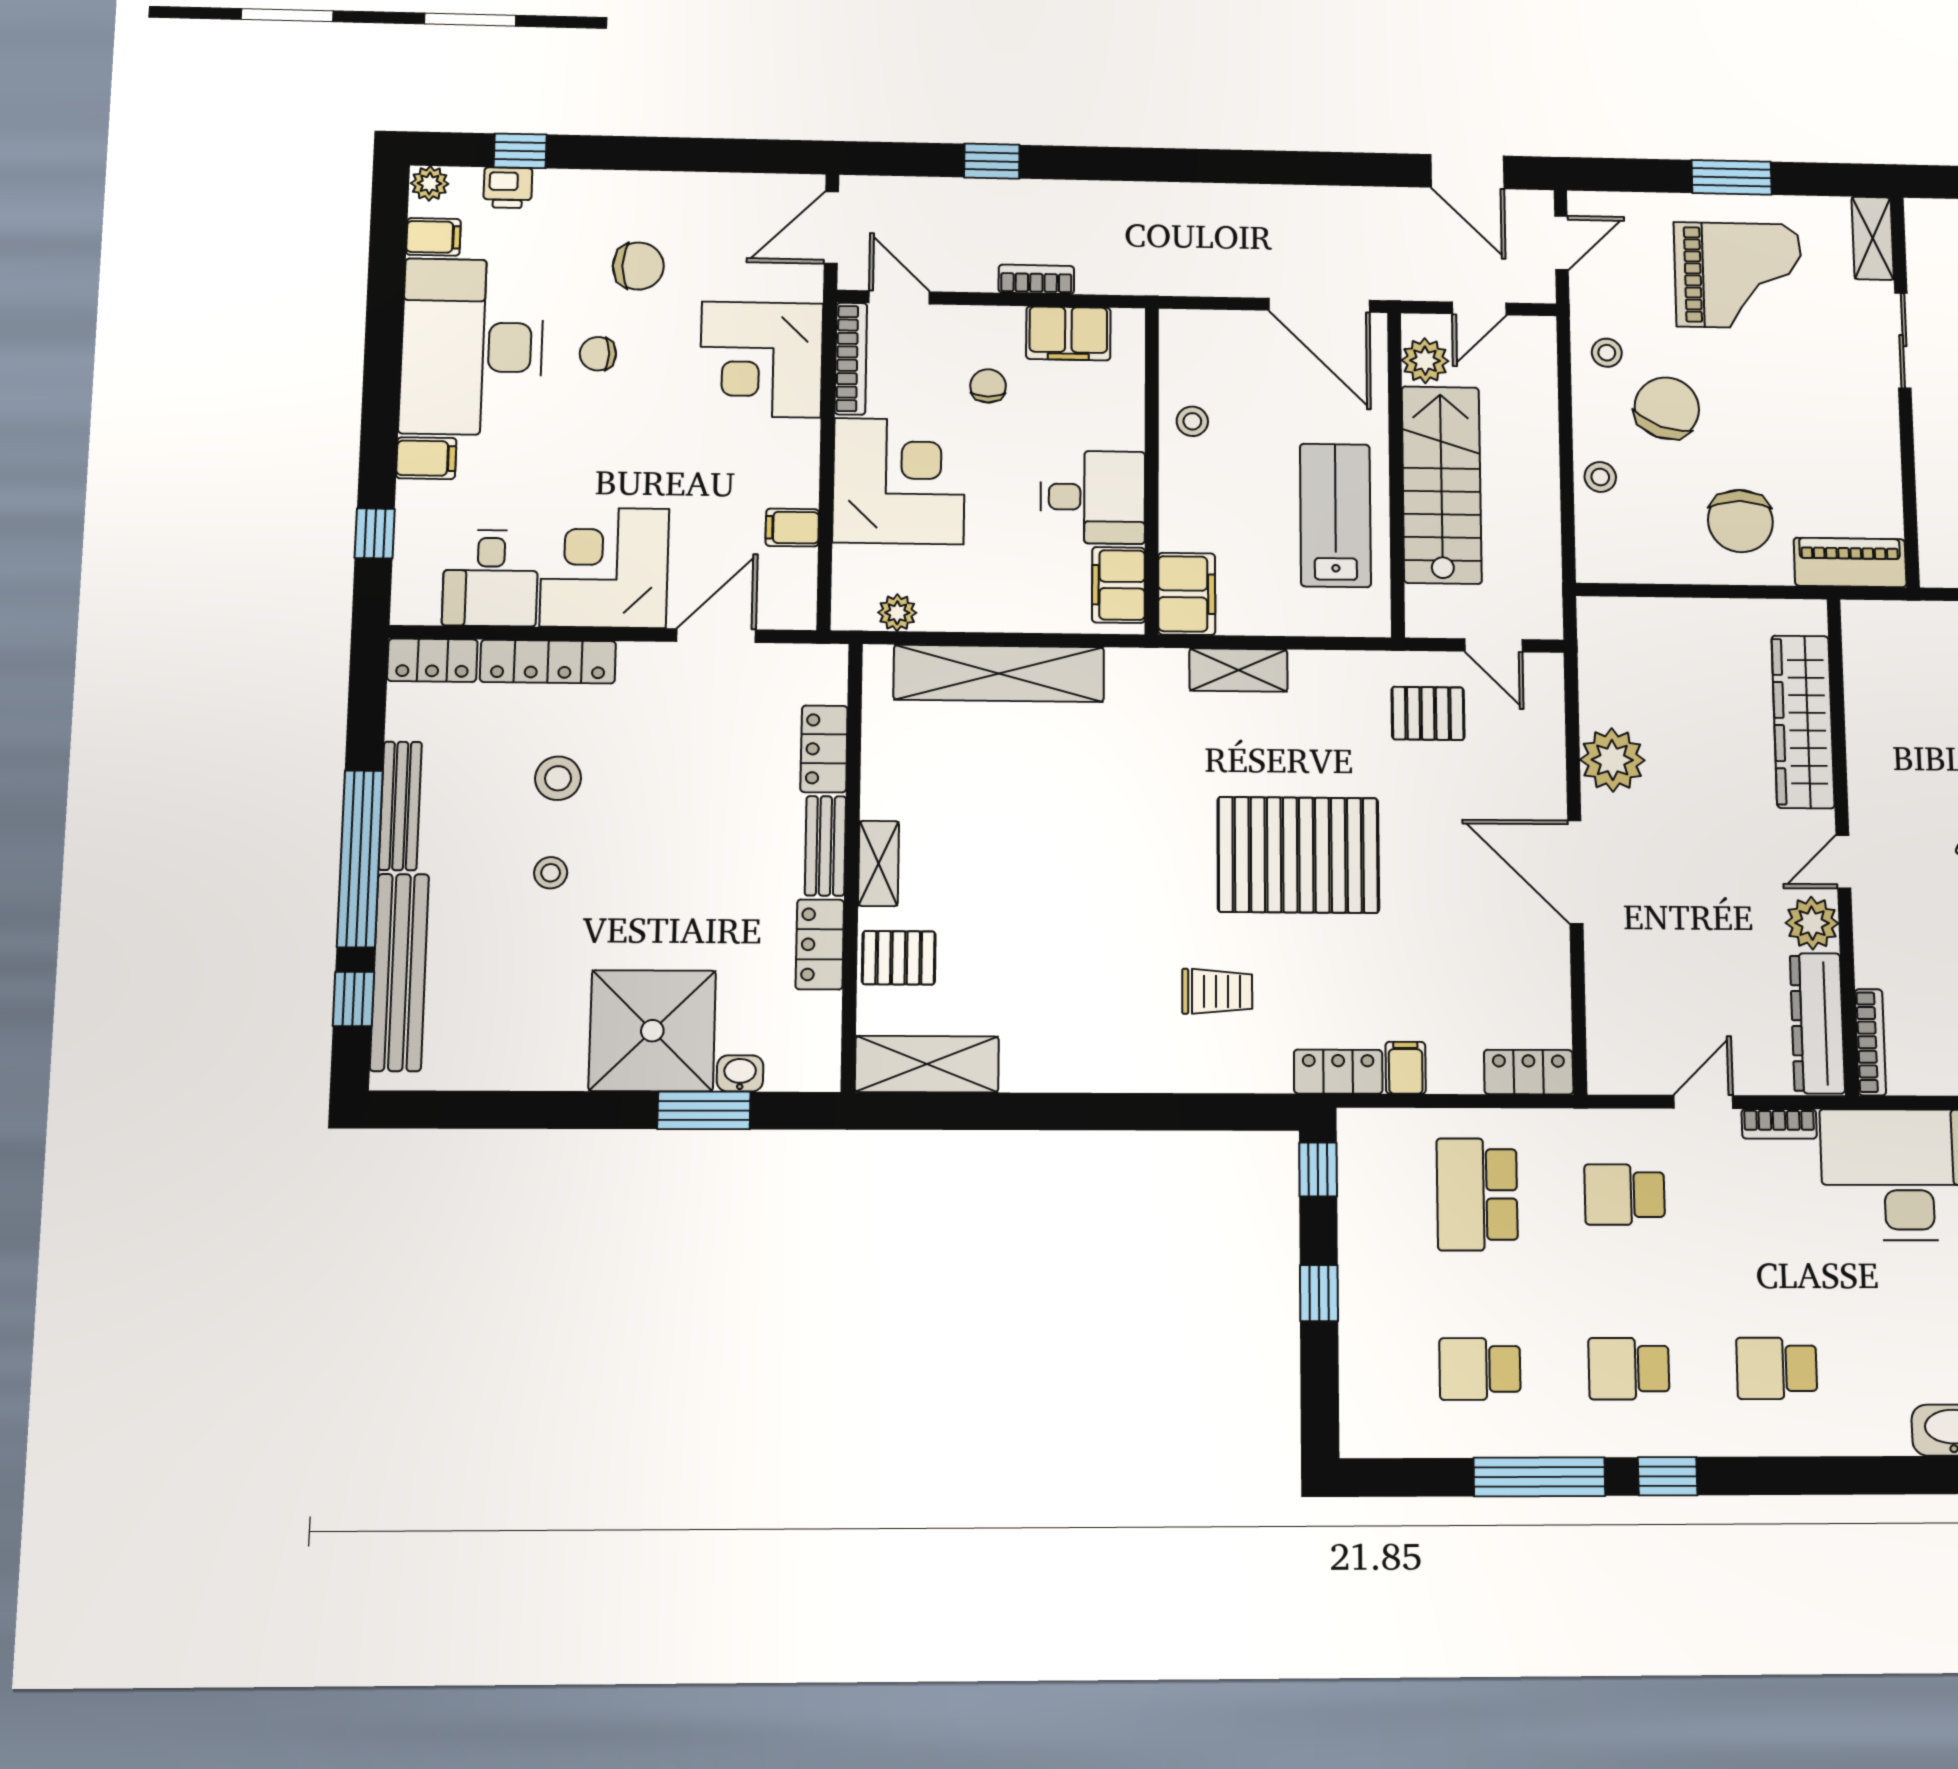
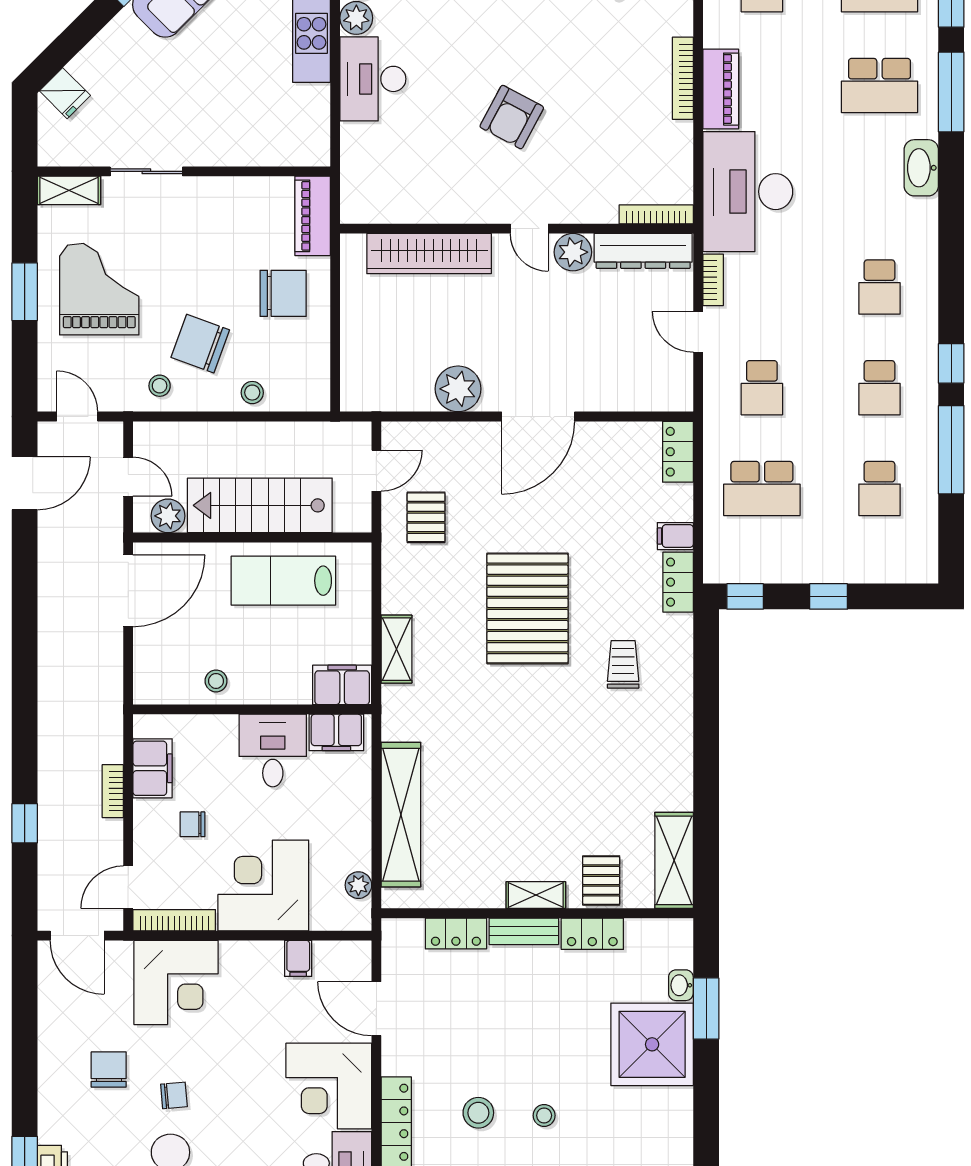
chair: (598, 354) -> (174, 1095), turned -95

